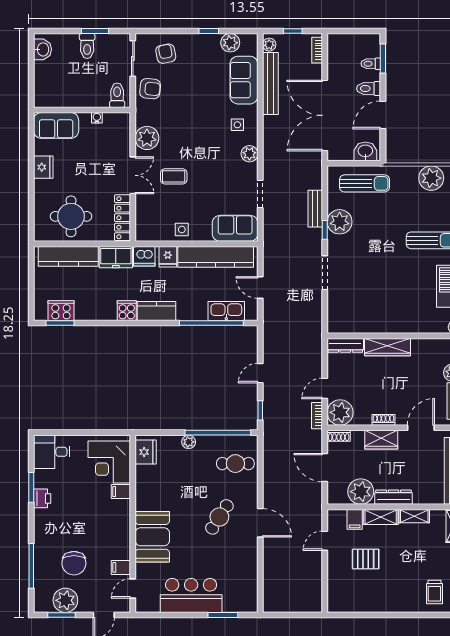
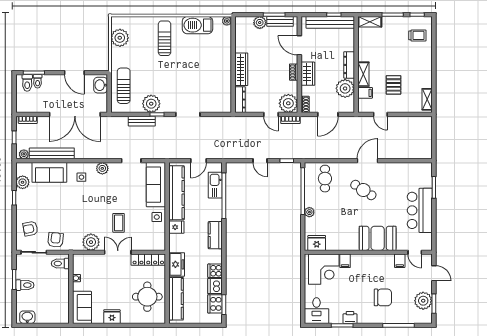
toilet: (369, 89) -> (27, 83), moved
sofa: (235, 228) -> (156, 185), width x1.36
dishwasher: (144, 256) -> (215, 286), moved, turned 180
cooker: (127, 311) -> (215, 271), moved
shelving: (414, 516) -> (427, 99), moved
chair: (74, 563) -> (383, 297), moved

